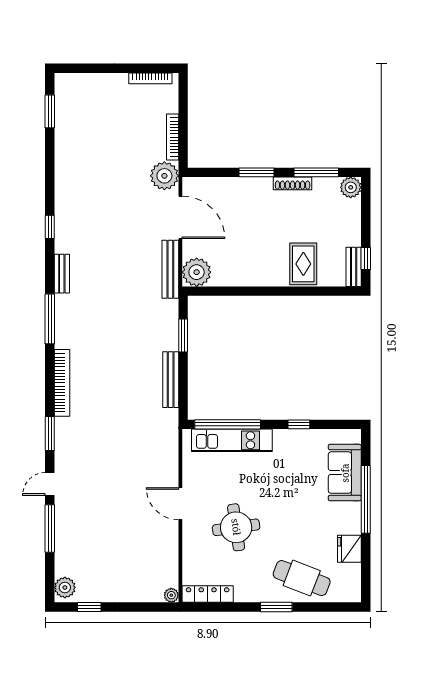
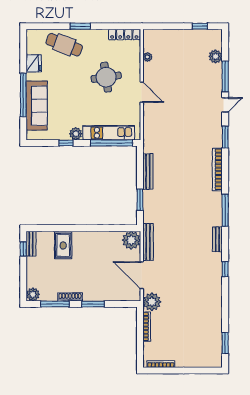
plant: (284, 439) -> (76, 134), added
sofa: (345, 473) -> (37, 106), width x1.36
plant: (65, 587) -> (215, 56), moved
plant: (171, 595) -> (147, 57), moved

